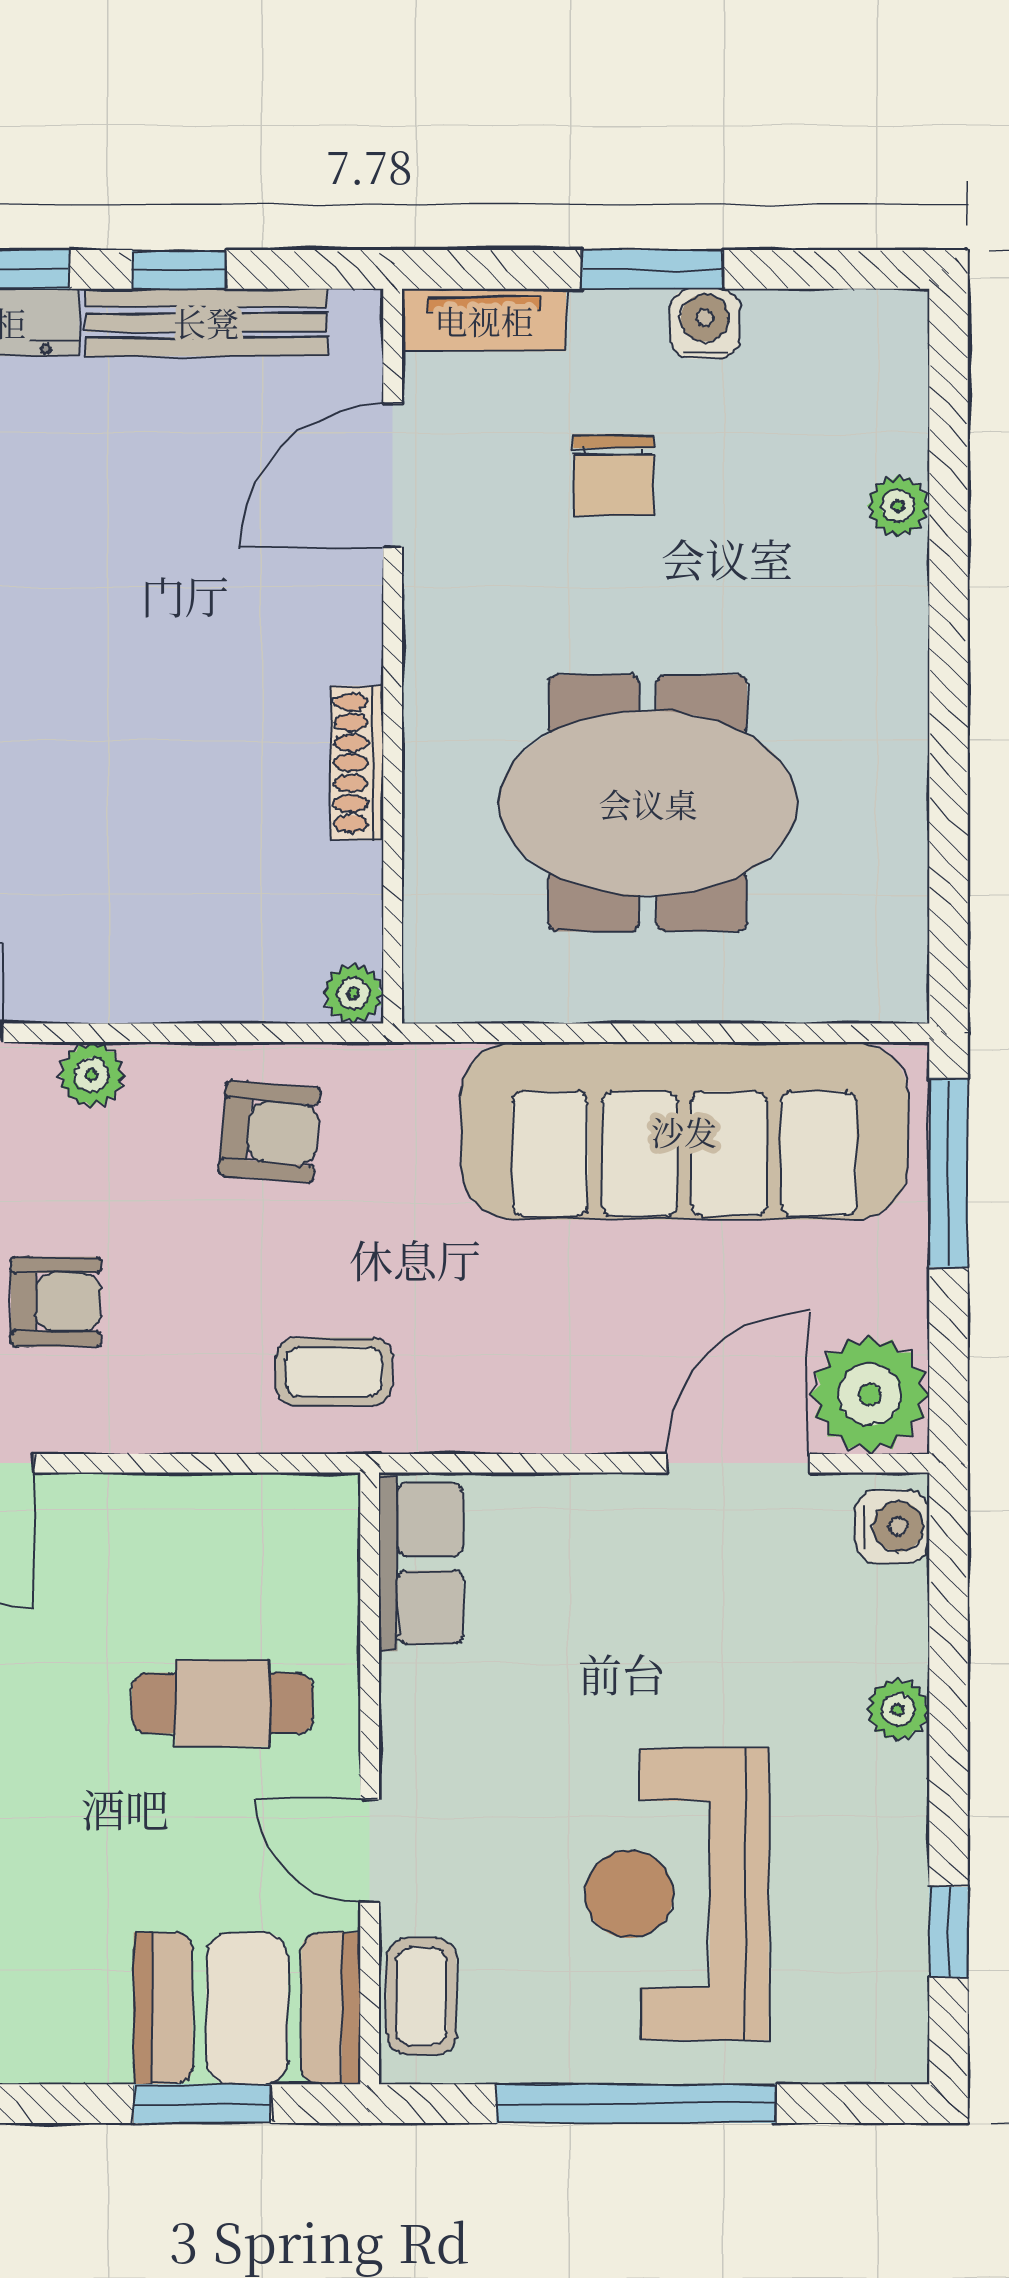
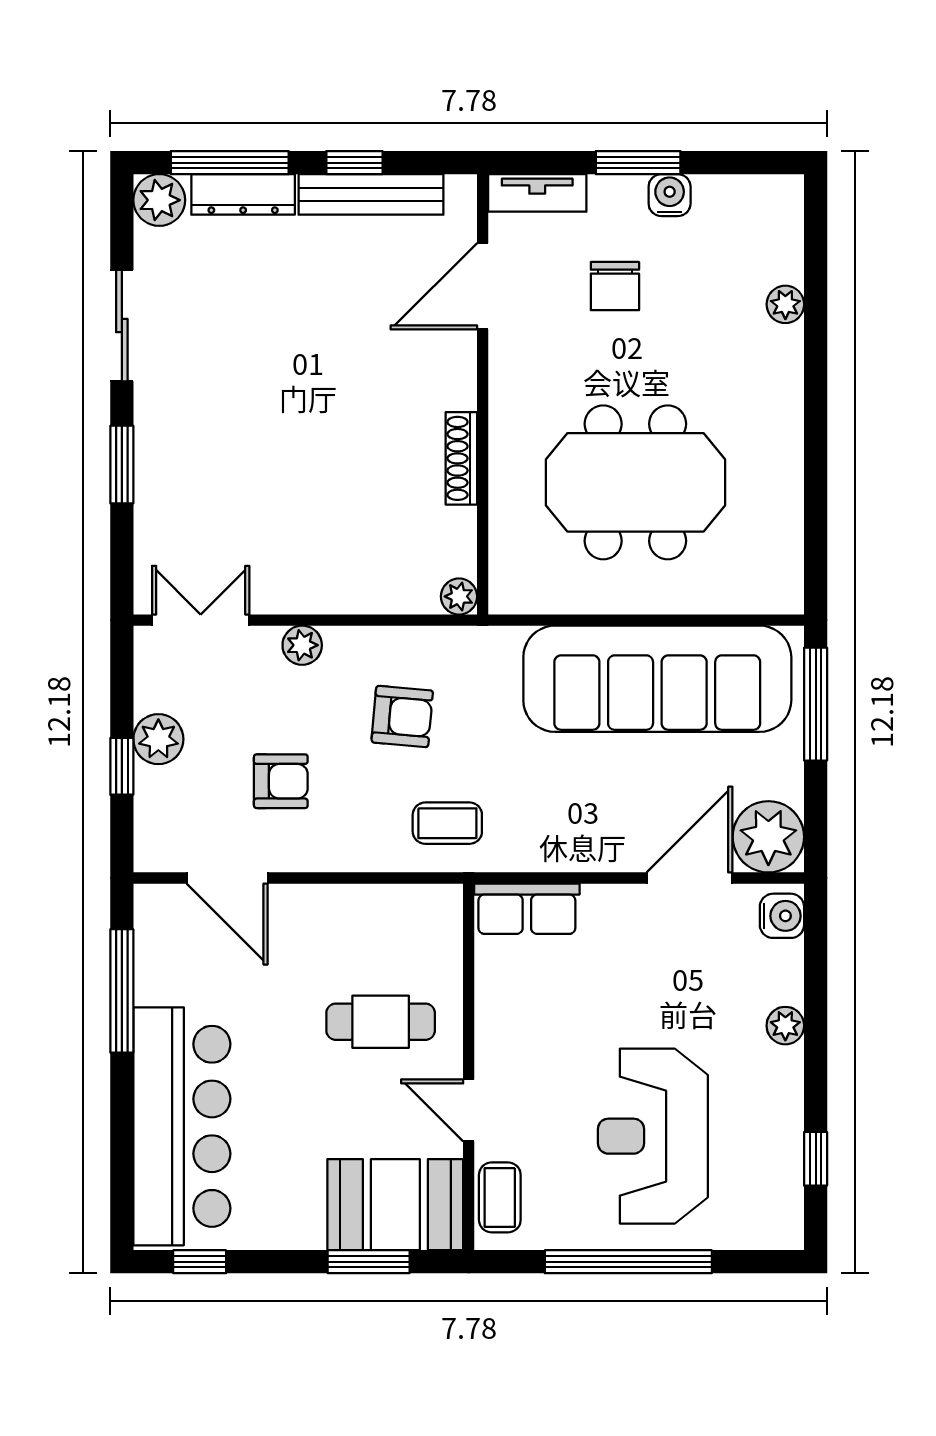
armchair: (270, 1132) -> (402, 716), moved
row of seats: (421, 1563) -> (527, 909), moved, turned 90

